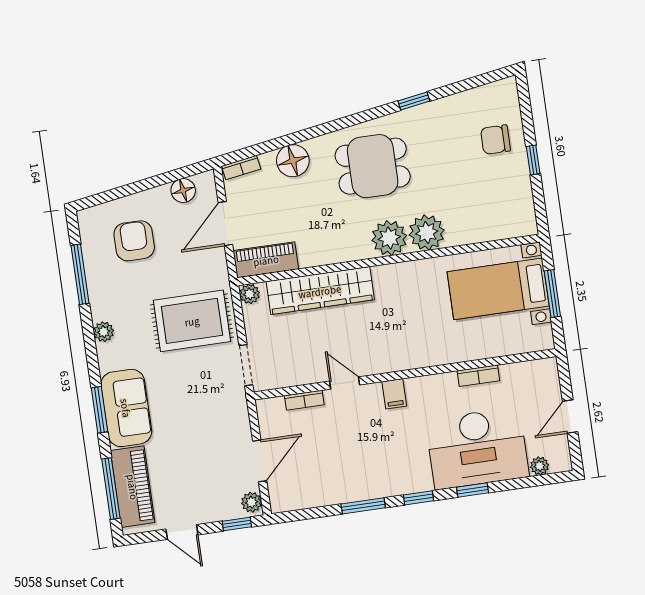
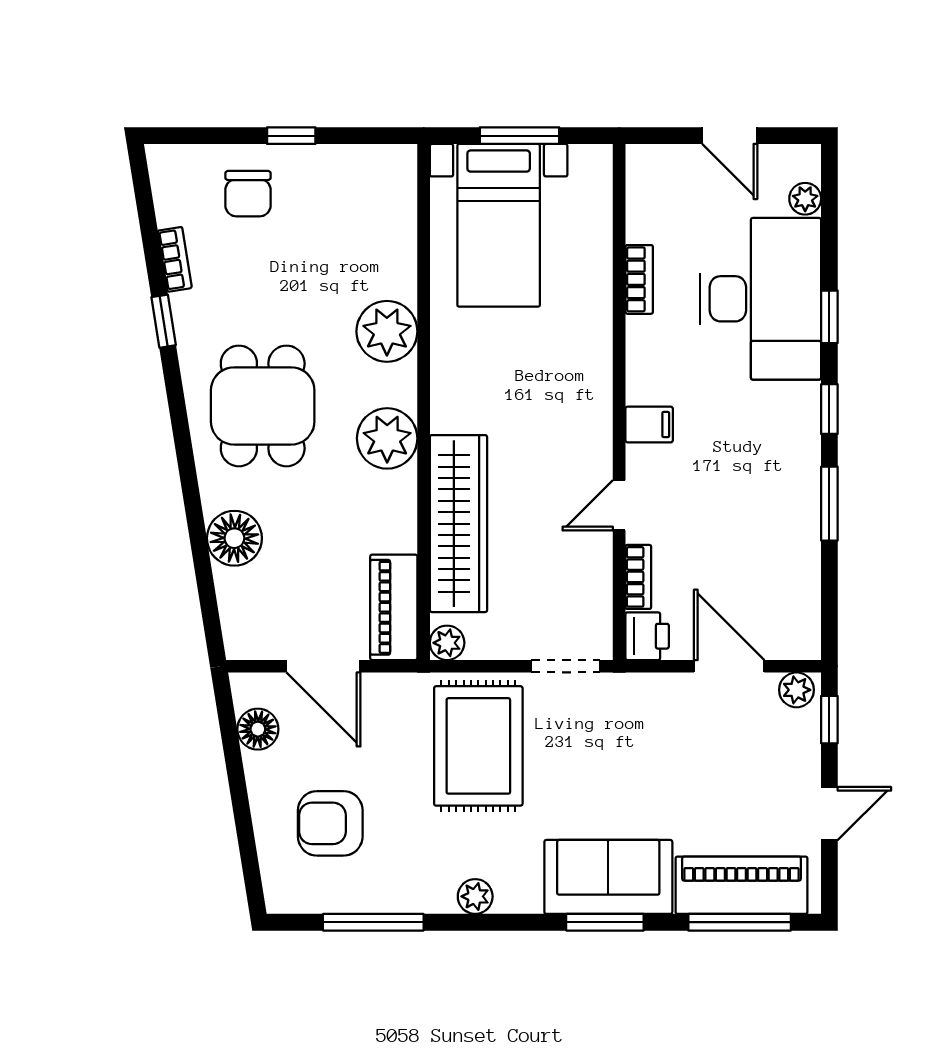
bookcase: (241, 167) -> (175, 259), moved
plant: (389, 238) -> (387, 438), moved
printer: (270, 410) -> (647, 636), added

